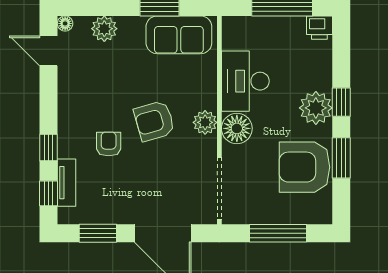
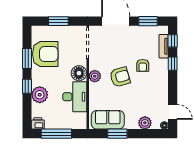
plant: (316, 108) -> (40, 95), moved
window: (278, 233) -> (58, 21), width x0.69

